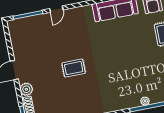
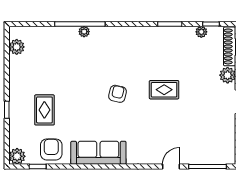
armchair: (109, 58) -> (118, 94), added

